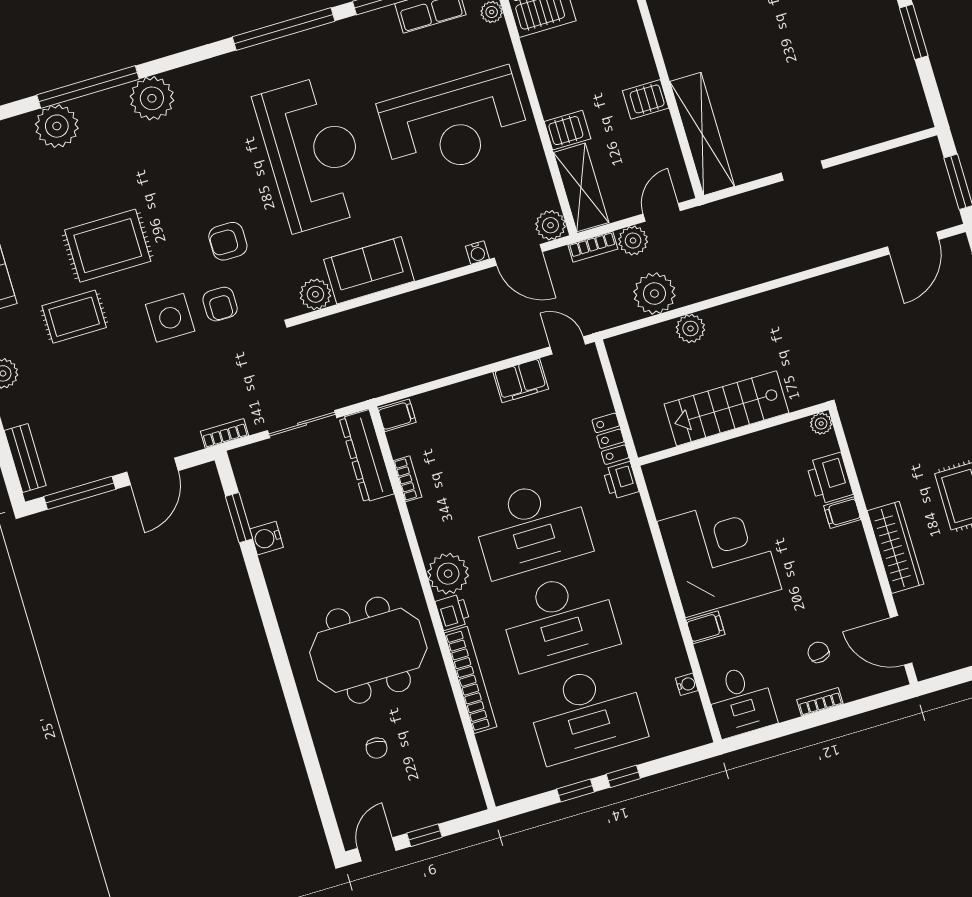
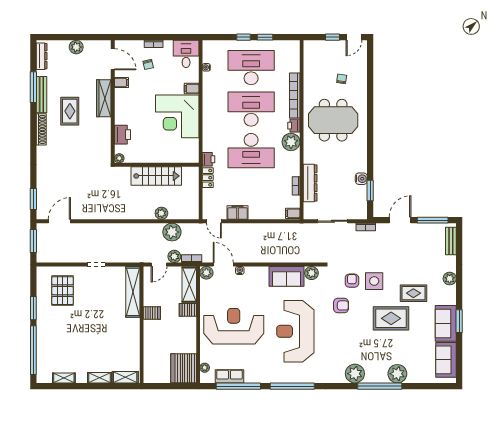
pallet: (860, 90) -> (63, 291), added
dresser: (367, 456) -> (310, 183), moved
filing cabinet: (842, 513) -> (121, 83), moved
desk: (532, 528) -> (251, 151), turned 180

